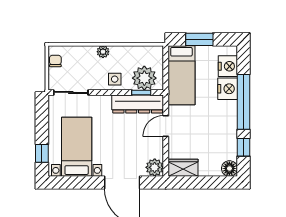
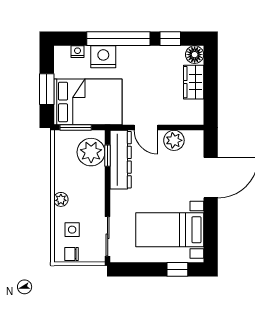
window: (166, 65) -> (76, 128), added
nightstand: (228, 66) -> (78, 52), width x0.53, depth x0.56
bed: (181, 75) -> (88, 102), width x1.50
side table: (115, 79) -> (72, 230), moved
plant: (155, 167) -> (174, 140), moved
wardrobe: (183, 168) -> (194, 82), moved

